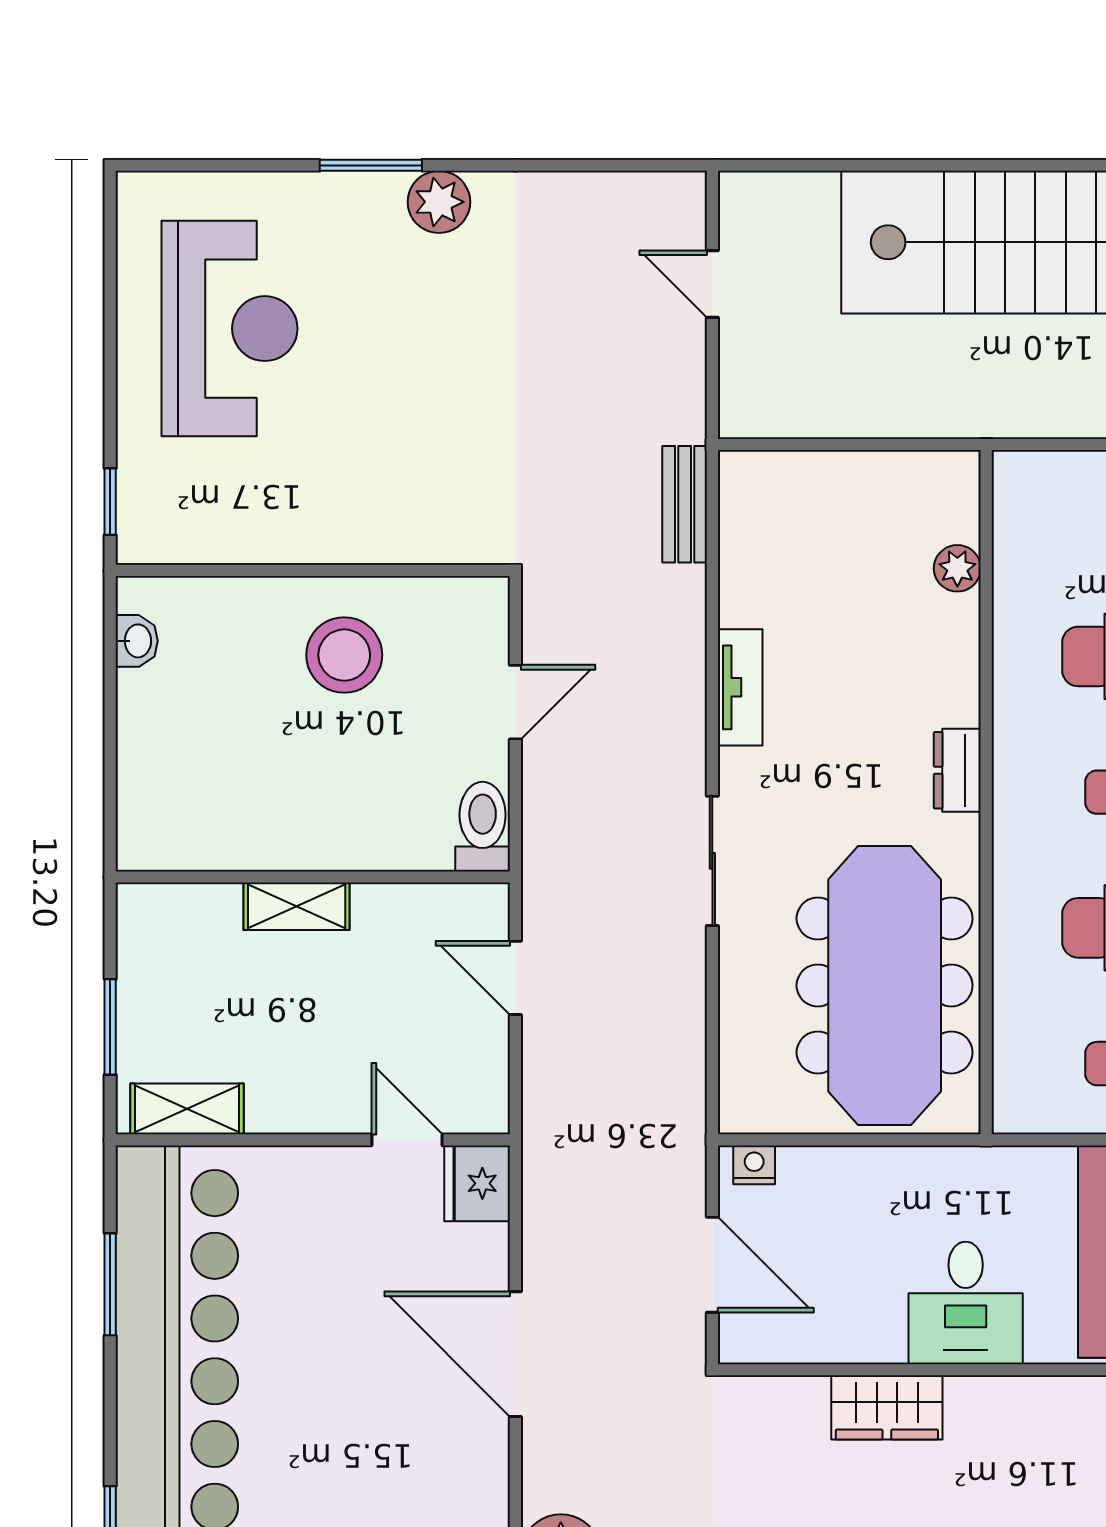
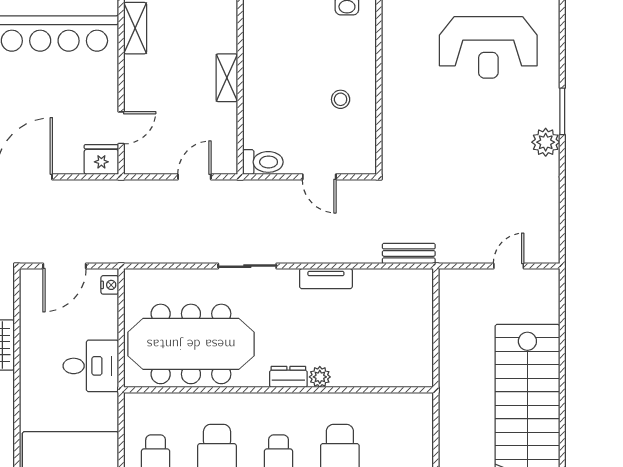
plant: (957, 568) -> (320, 377), moved
stool: (344, 655) -> (341, 99), width x0.53, depth x0.53
desk: (966, 1303) -> (91, 366), moved, turned 180

